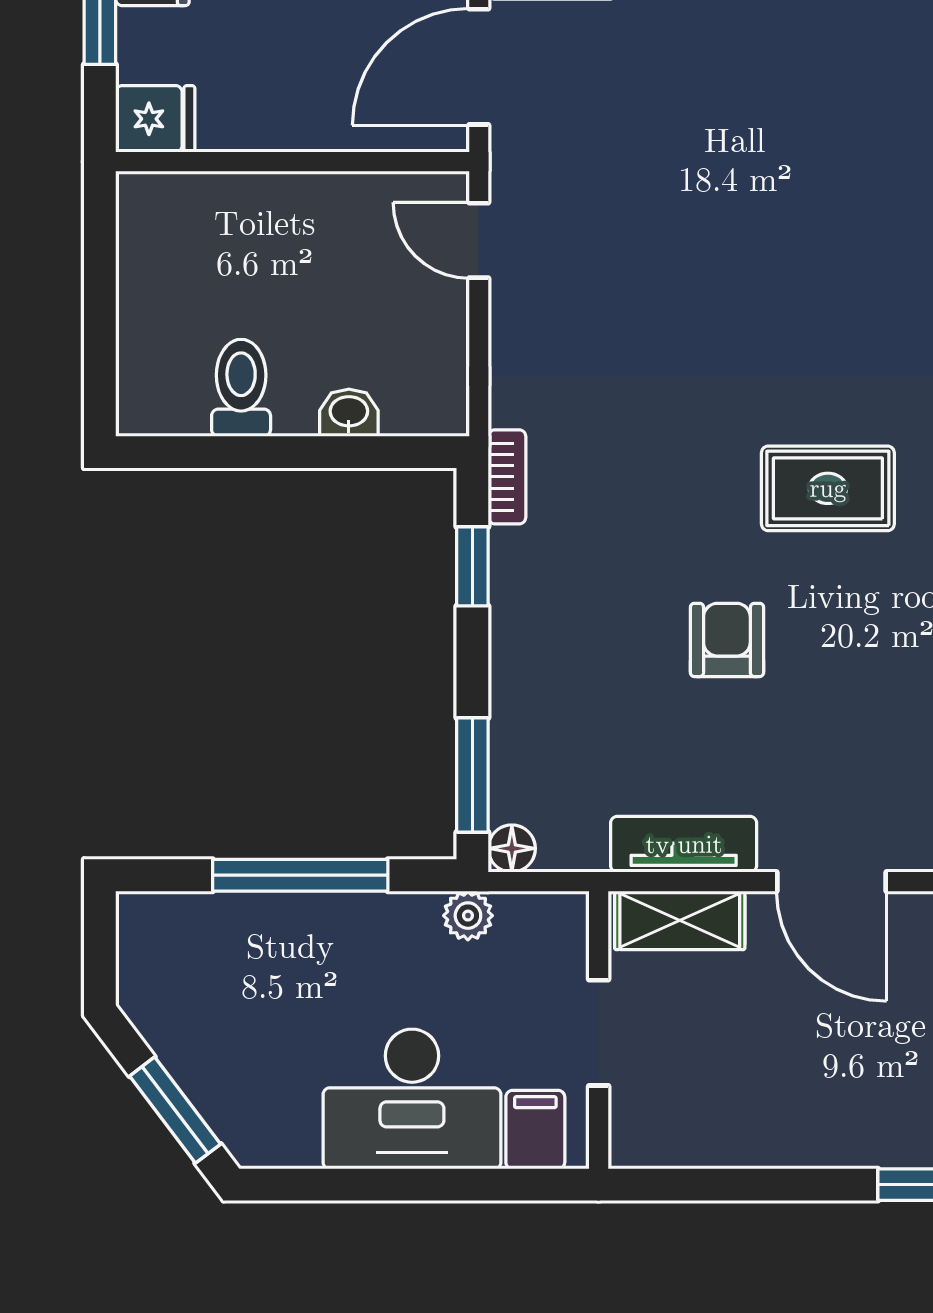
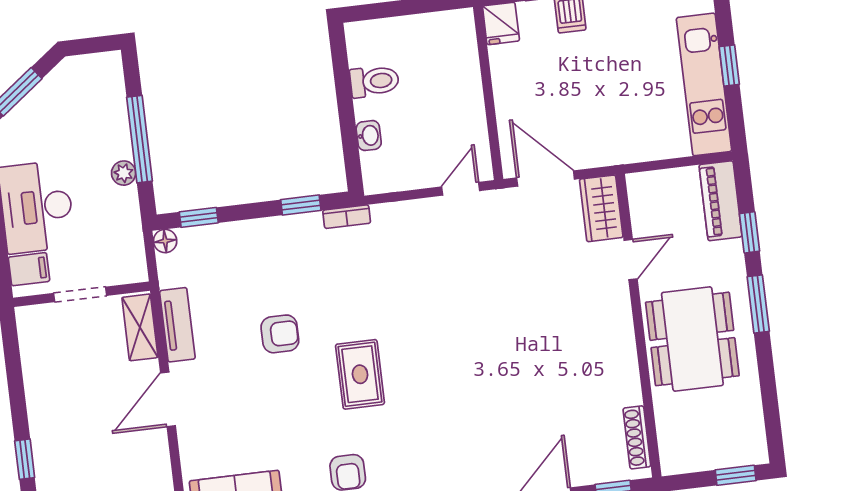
window: (472, 775) -> (199, 217), width x0.67
plant: (468, 916) -> (124, 173), moved

